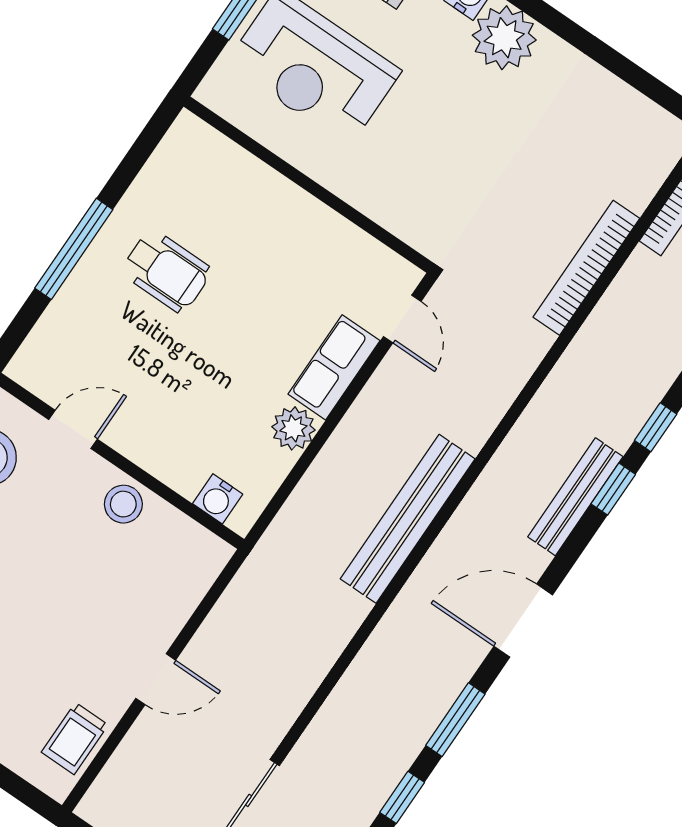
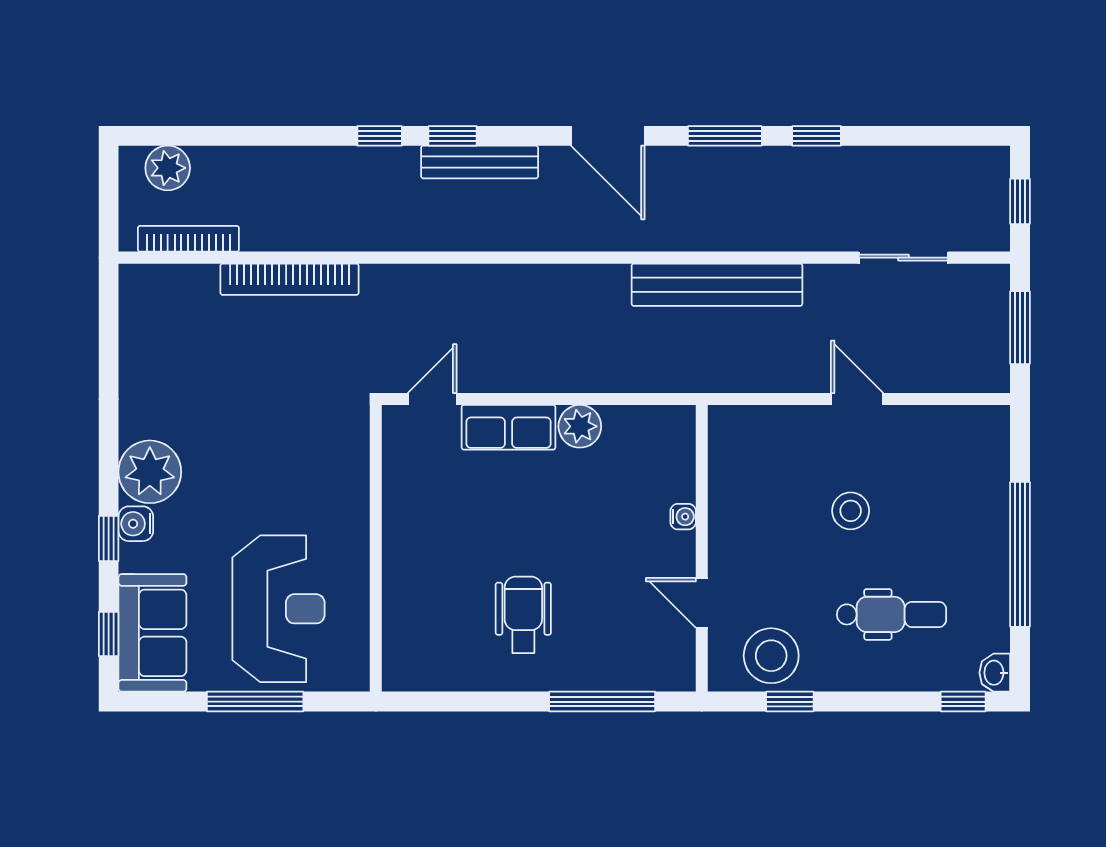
window: (74, 249) -> (602, 702), moved
water cooler: (218, 499) -> (683, 517), moved, width x0.72, depth x0.72
stool: (123, 504) -> (851, 511), moved
bench: (408, 519) -> (717, 285), moved
trolley: (75, 739) -> (949, 431), removed

